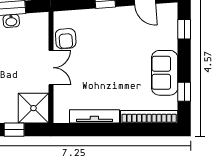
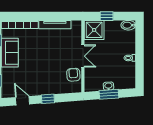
double door: (51, 68) -> (83, 56), swing flipped

